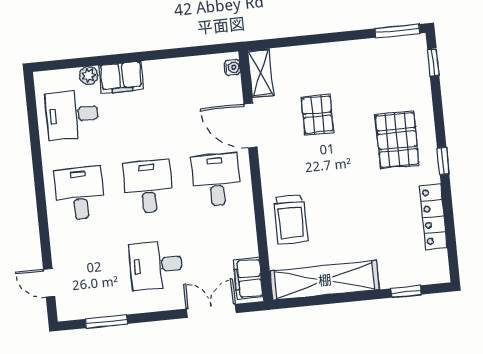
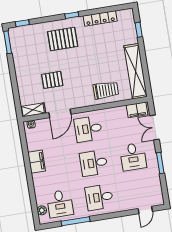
plant: (89, 75) -> (42, 210), moved
filing cabinet: (121, 77) -> (37, 162), moved
window: (35, 143) -> (76, 221), added
window: (106, 321) -> (160, 163), moved

